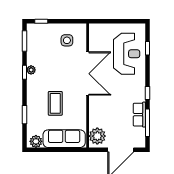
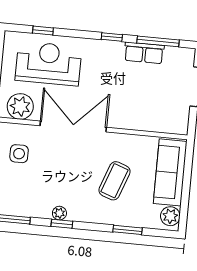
coffee table: (55, 103) -> (115, 181), turned -70
plant: (97, 136) -> (20, 106), moved

